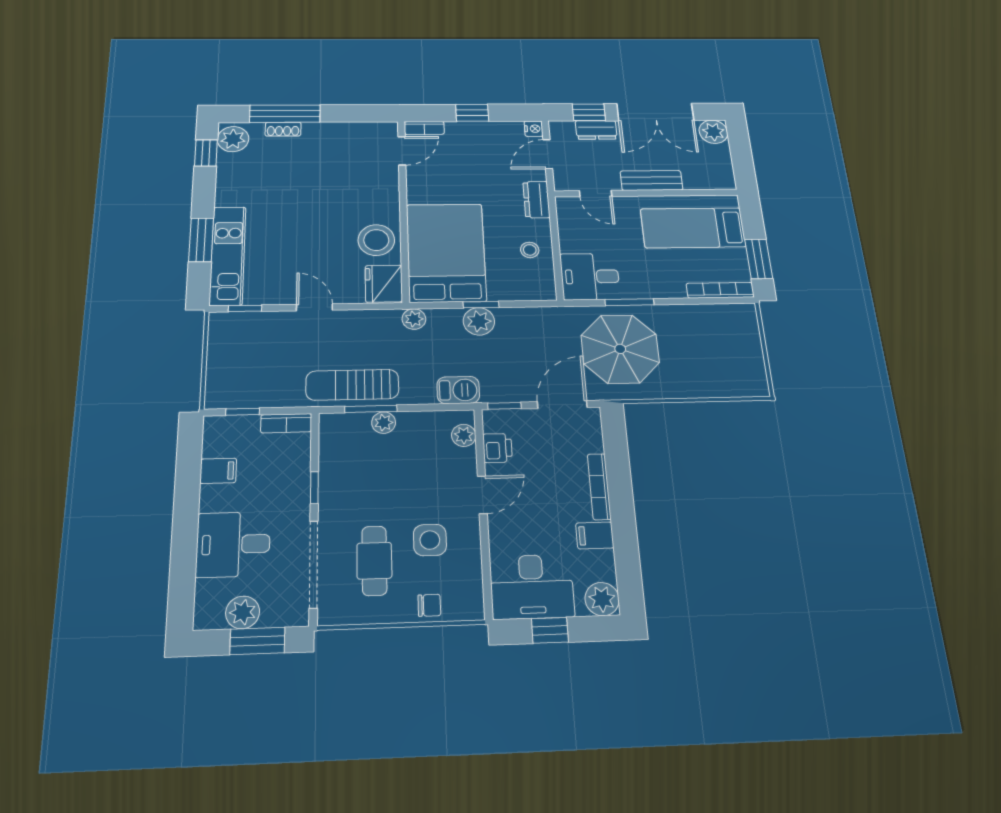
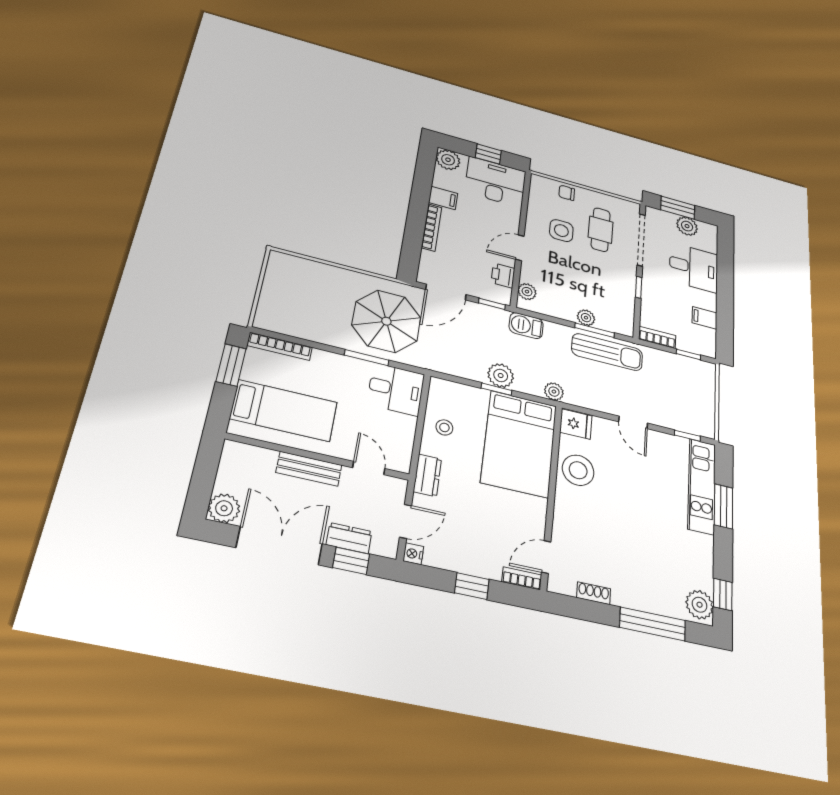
shoe rack: (283, 129) -> (594, 593), moved
fridge: (384, 284) -> (576, 424), width x0.72

